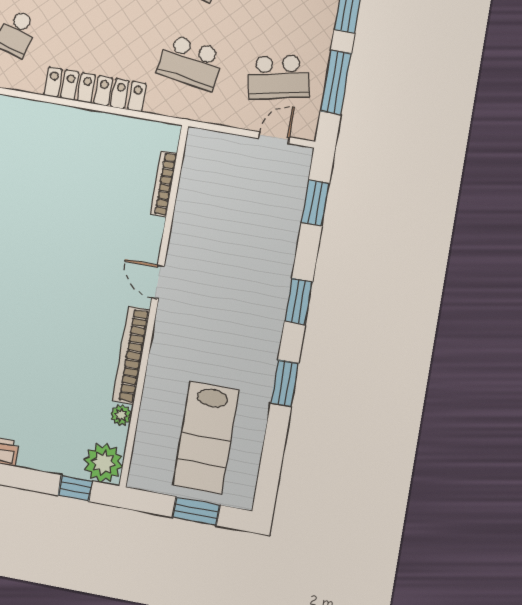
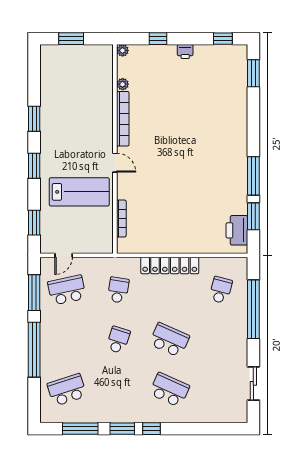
school desk: (190, 62) -> (118, 290), width x0.54
lab bench: (206, 438) -> (79, 192), moved, turned 90
plant: (103, 463) -> (123, 50), width x0.53, depth x0.53
window: (75, 488) -> (158, 39), moved

